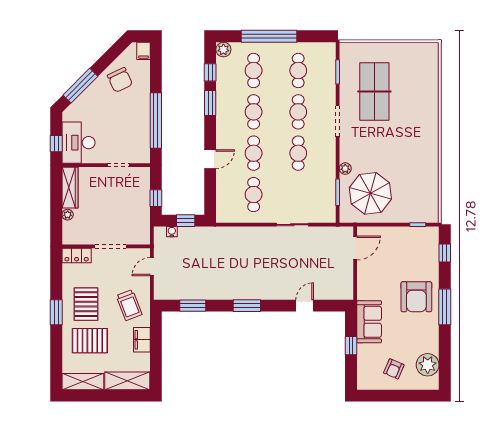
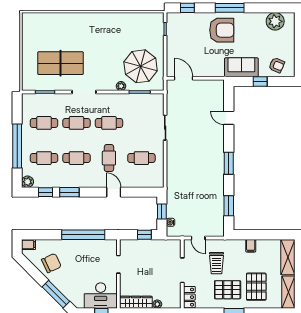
cafe table: (254, 153) -> (109, 158), turned 90
trolley: (129, 305) -> (217, 263), moved, turned 111
filing cabinet: (142, 340) -> (251, 246), width x0.50
armchair: (394, 369) -> (277, 65), moved

